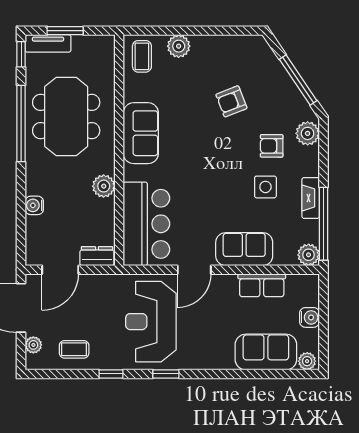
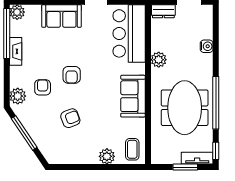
armchair: (272, 146) -> (43, 87), turned -90
armchair: (230, 164) -> (72, 75), added
side table: (265, 187) -> (47, 59), removed

